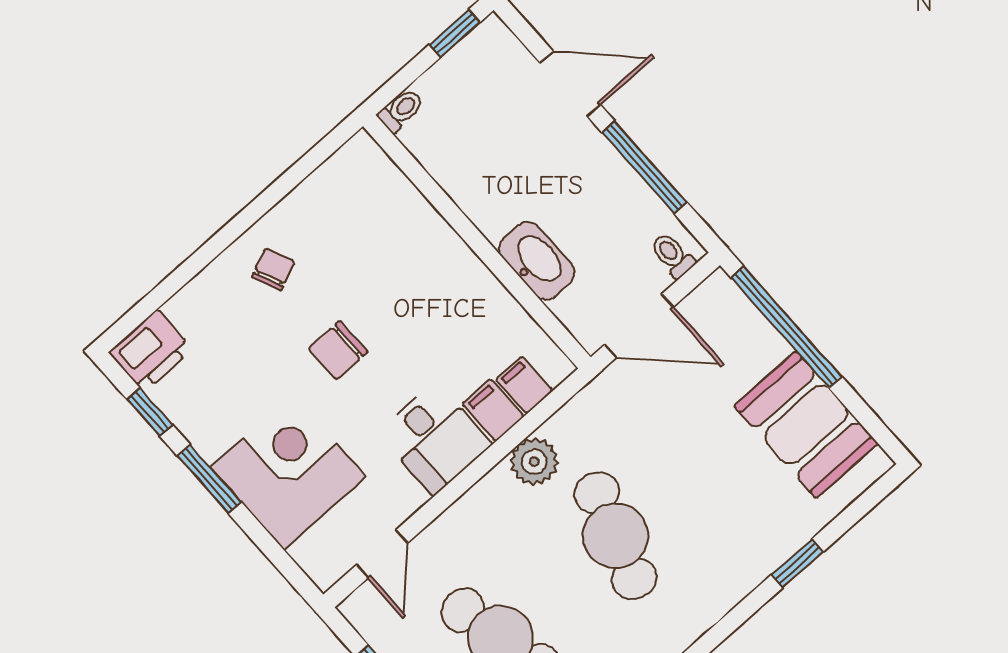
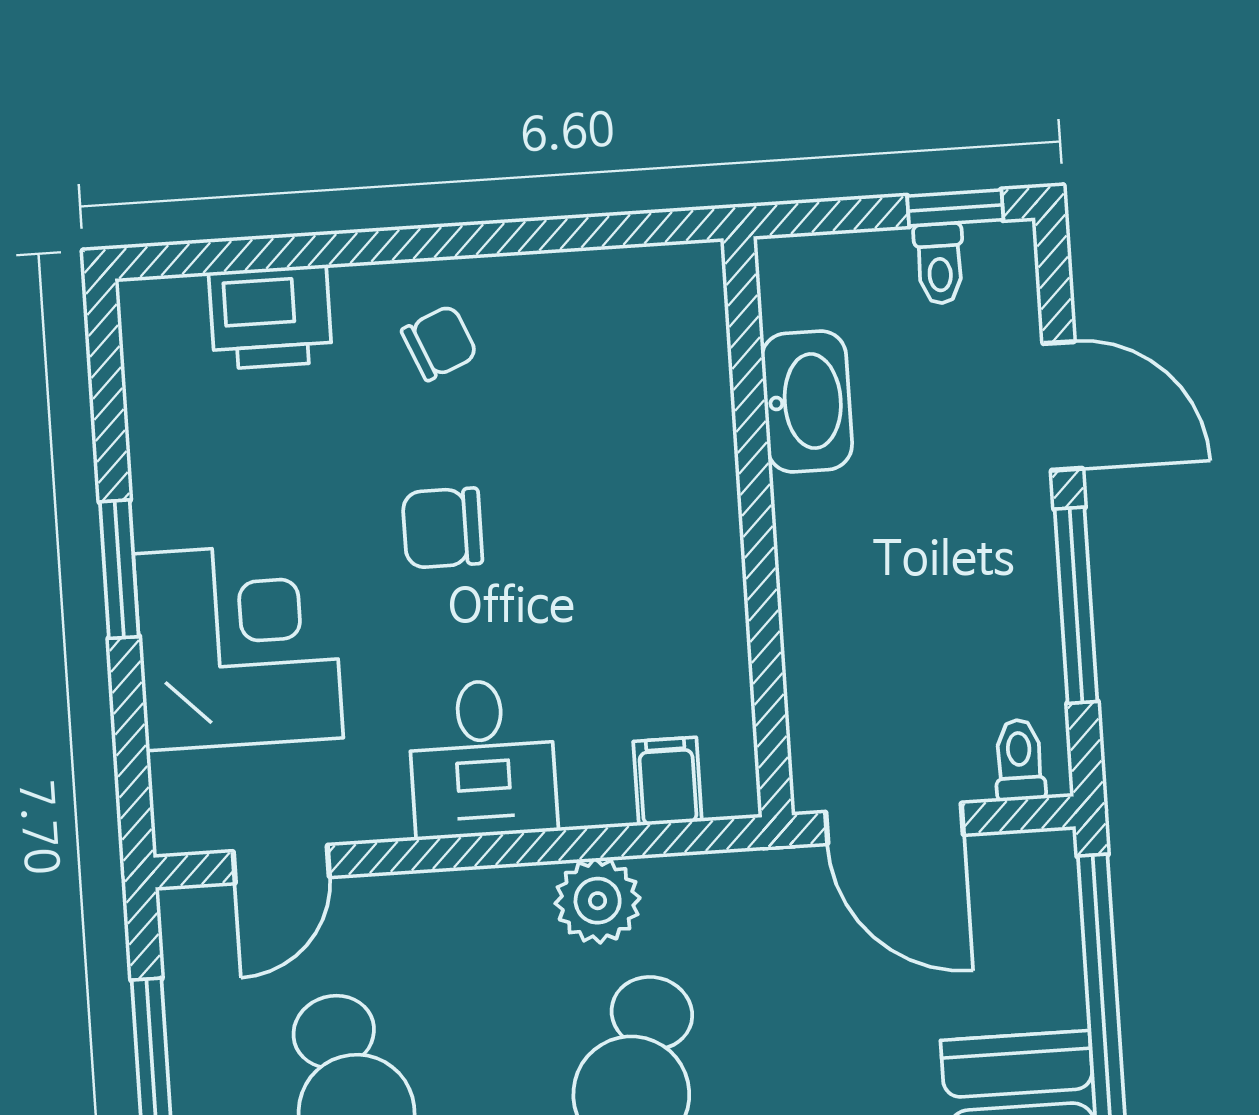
toilet: (401, 110) -> (939, 264), moved, turned 90
washbasin: (537, 261) -> (807, 401), moved
printer: (151, 351) -> (270, 317), moved
filing cabinet: (493, 410) -> (596, 783), removed
window: (150, 412) -> (109, 409), removed

